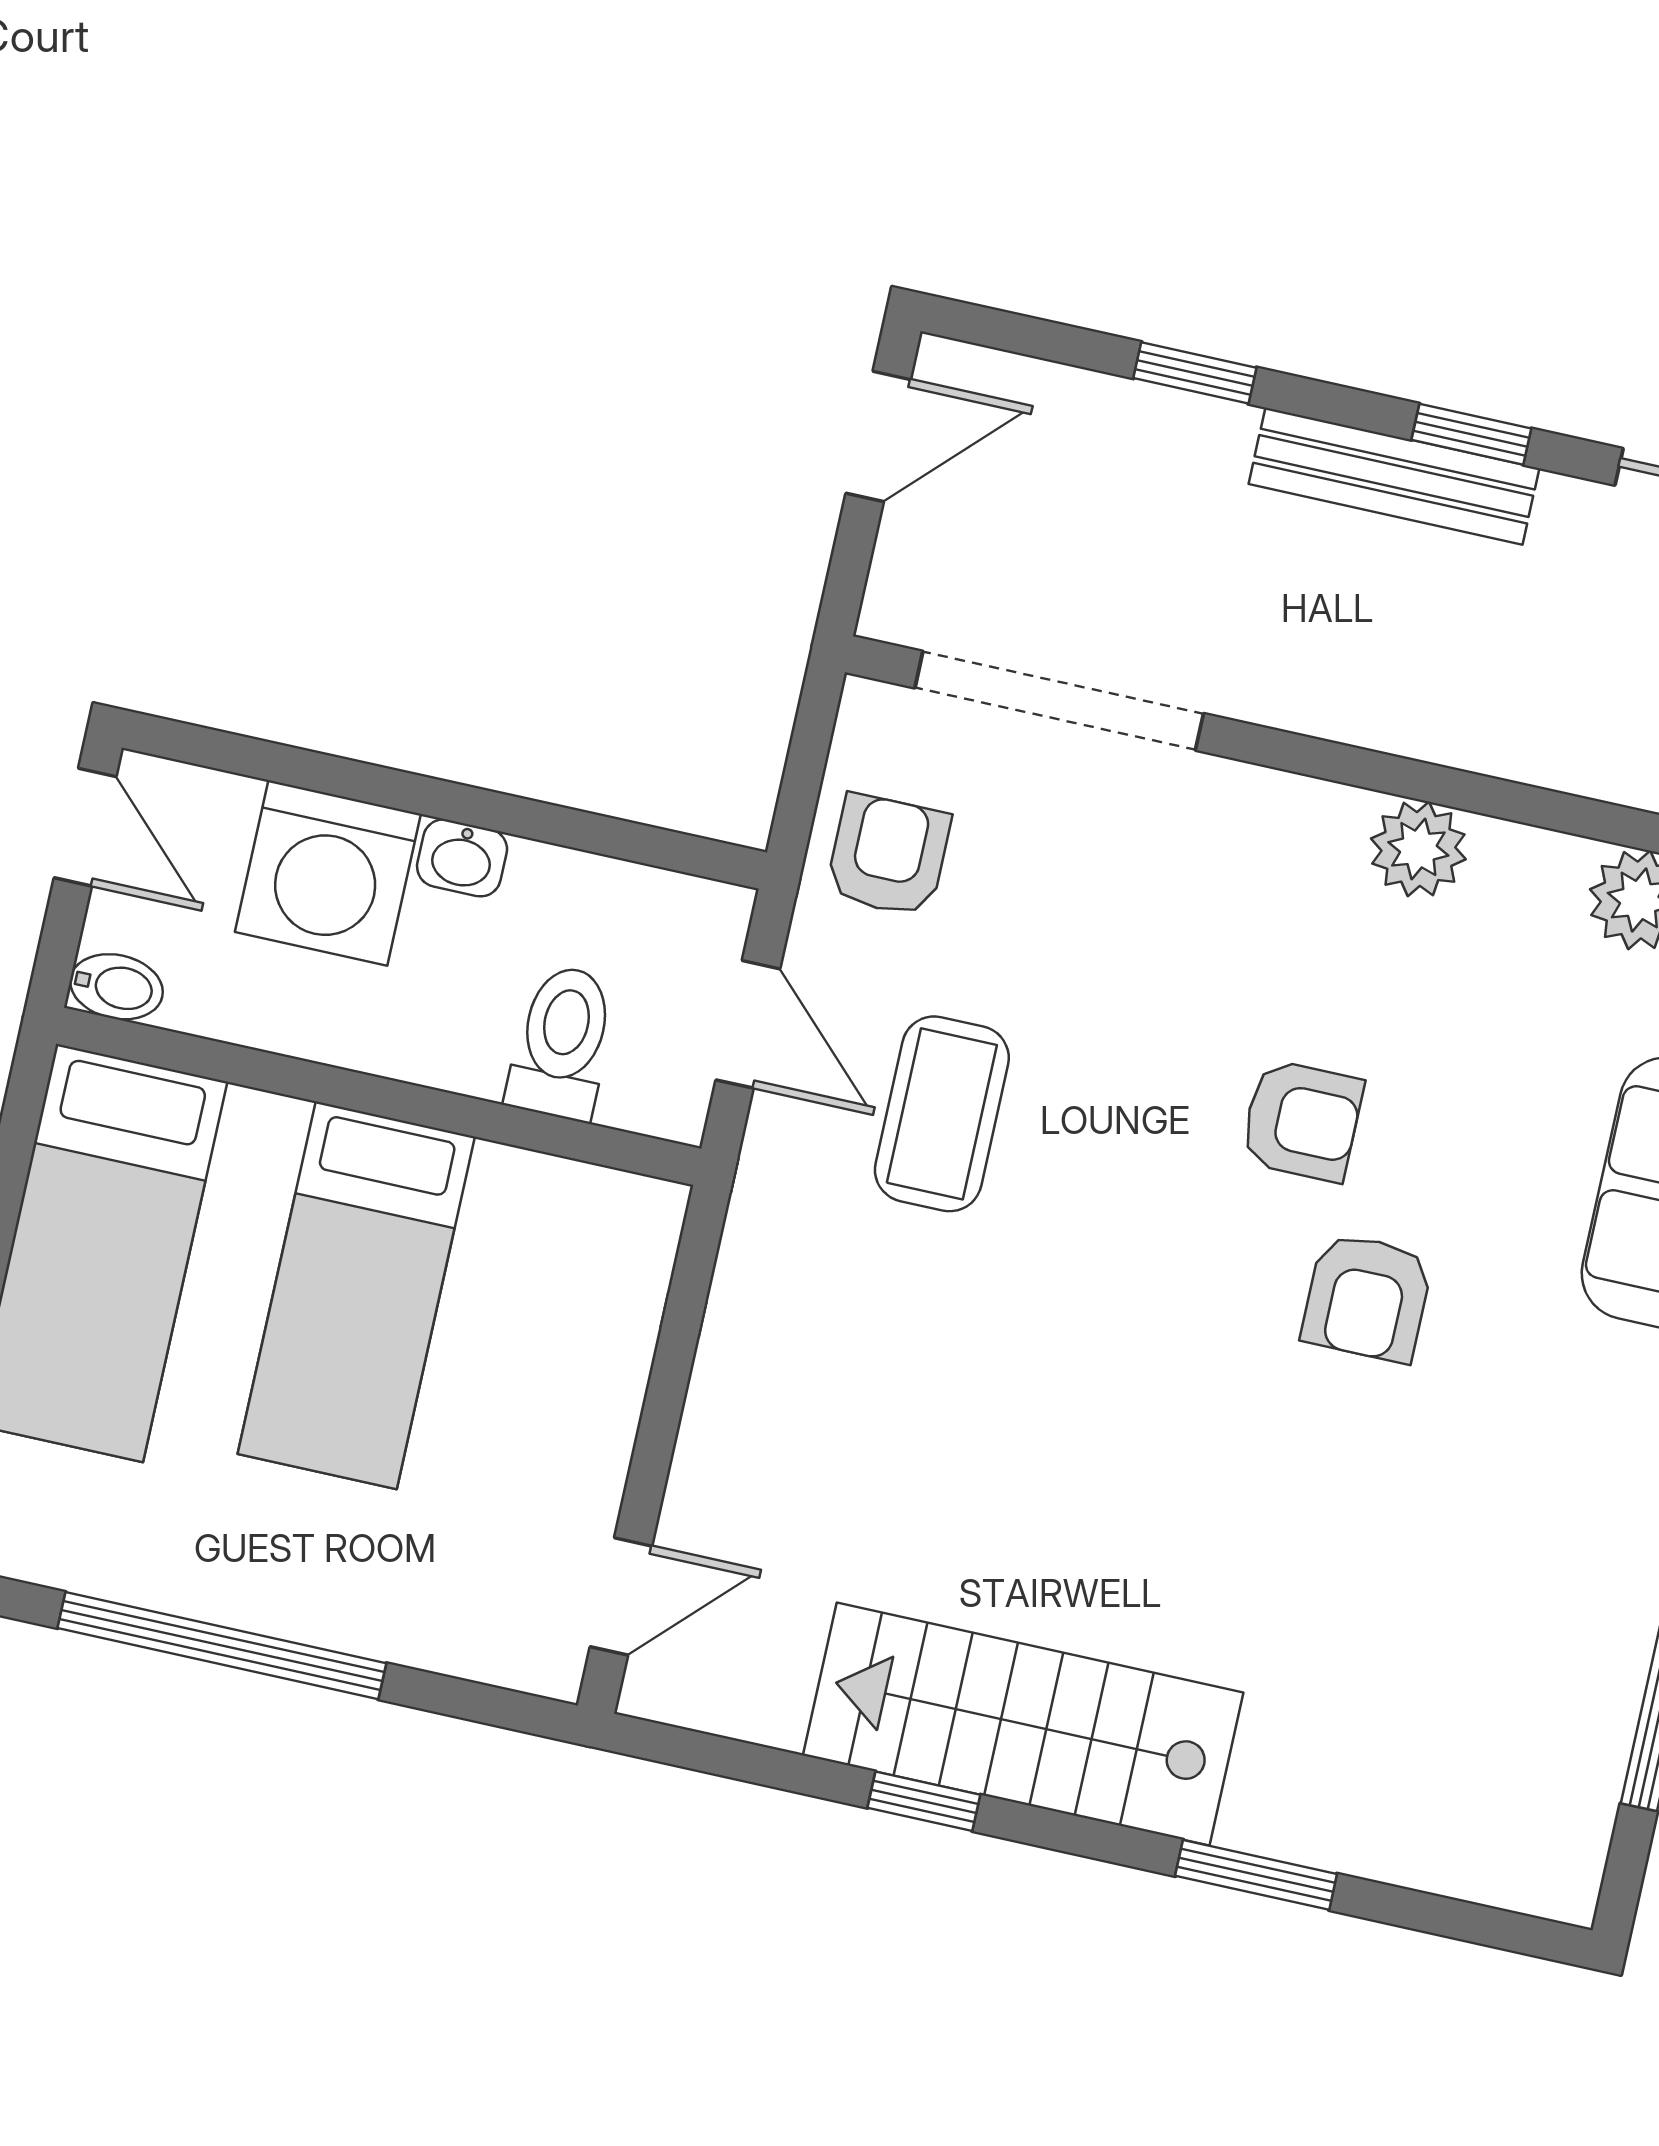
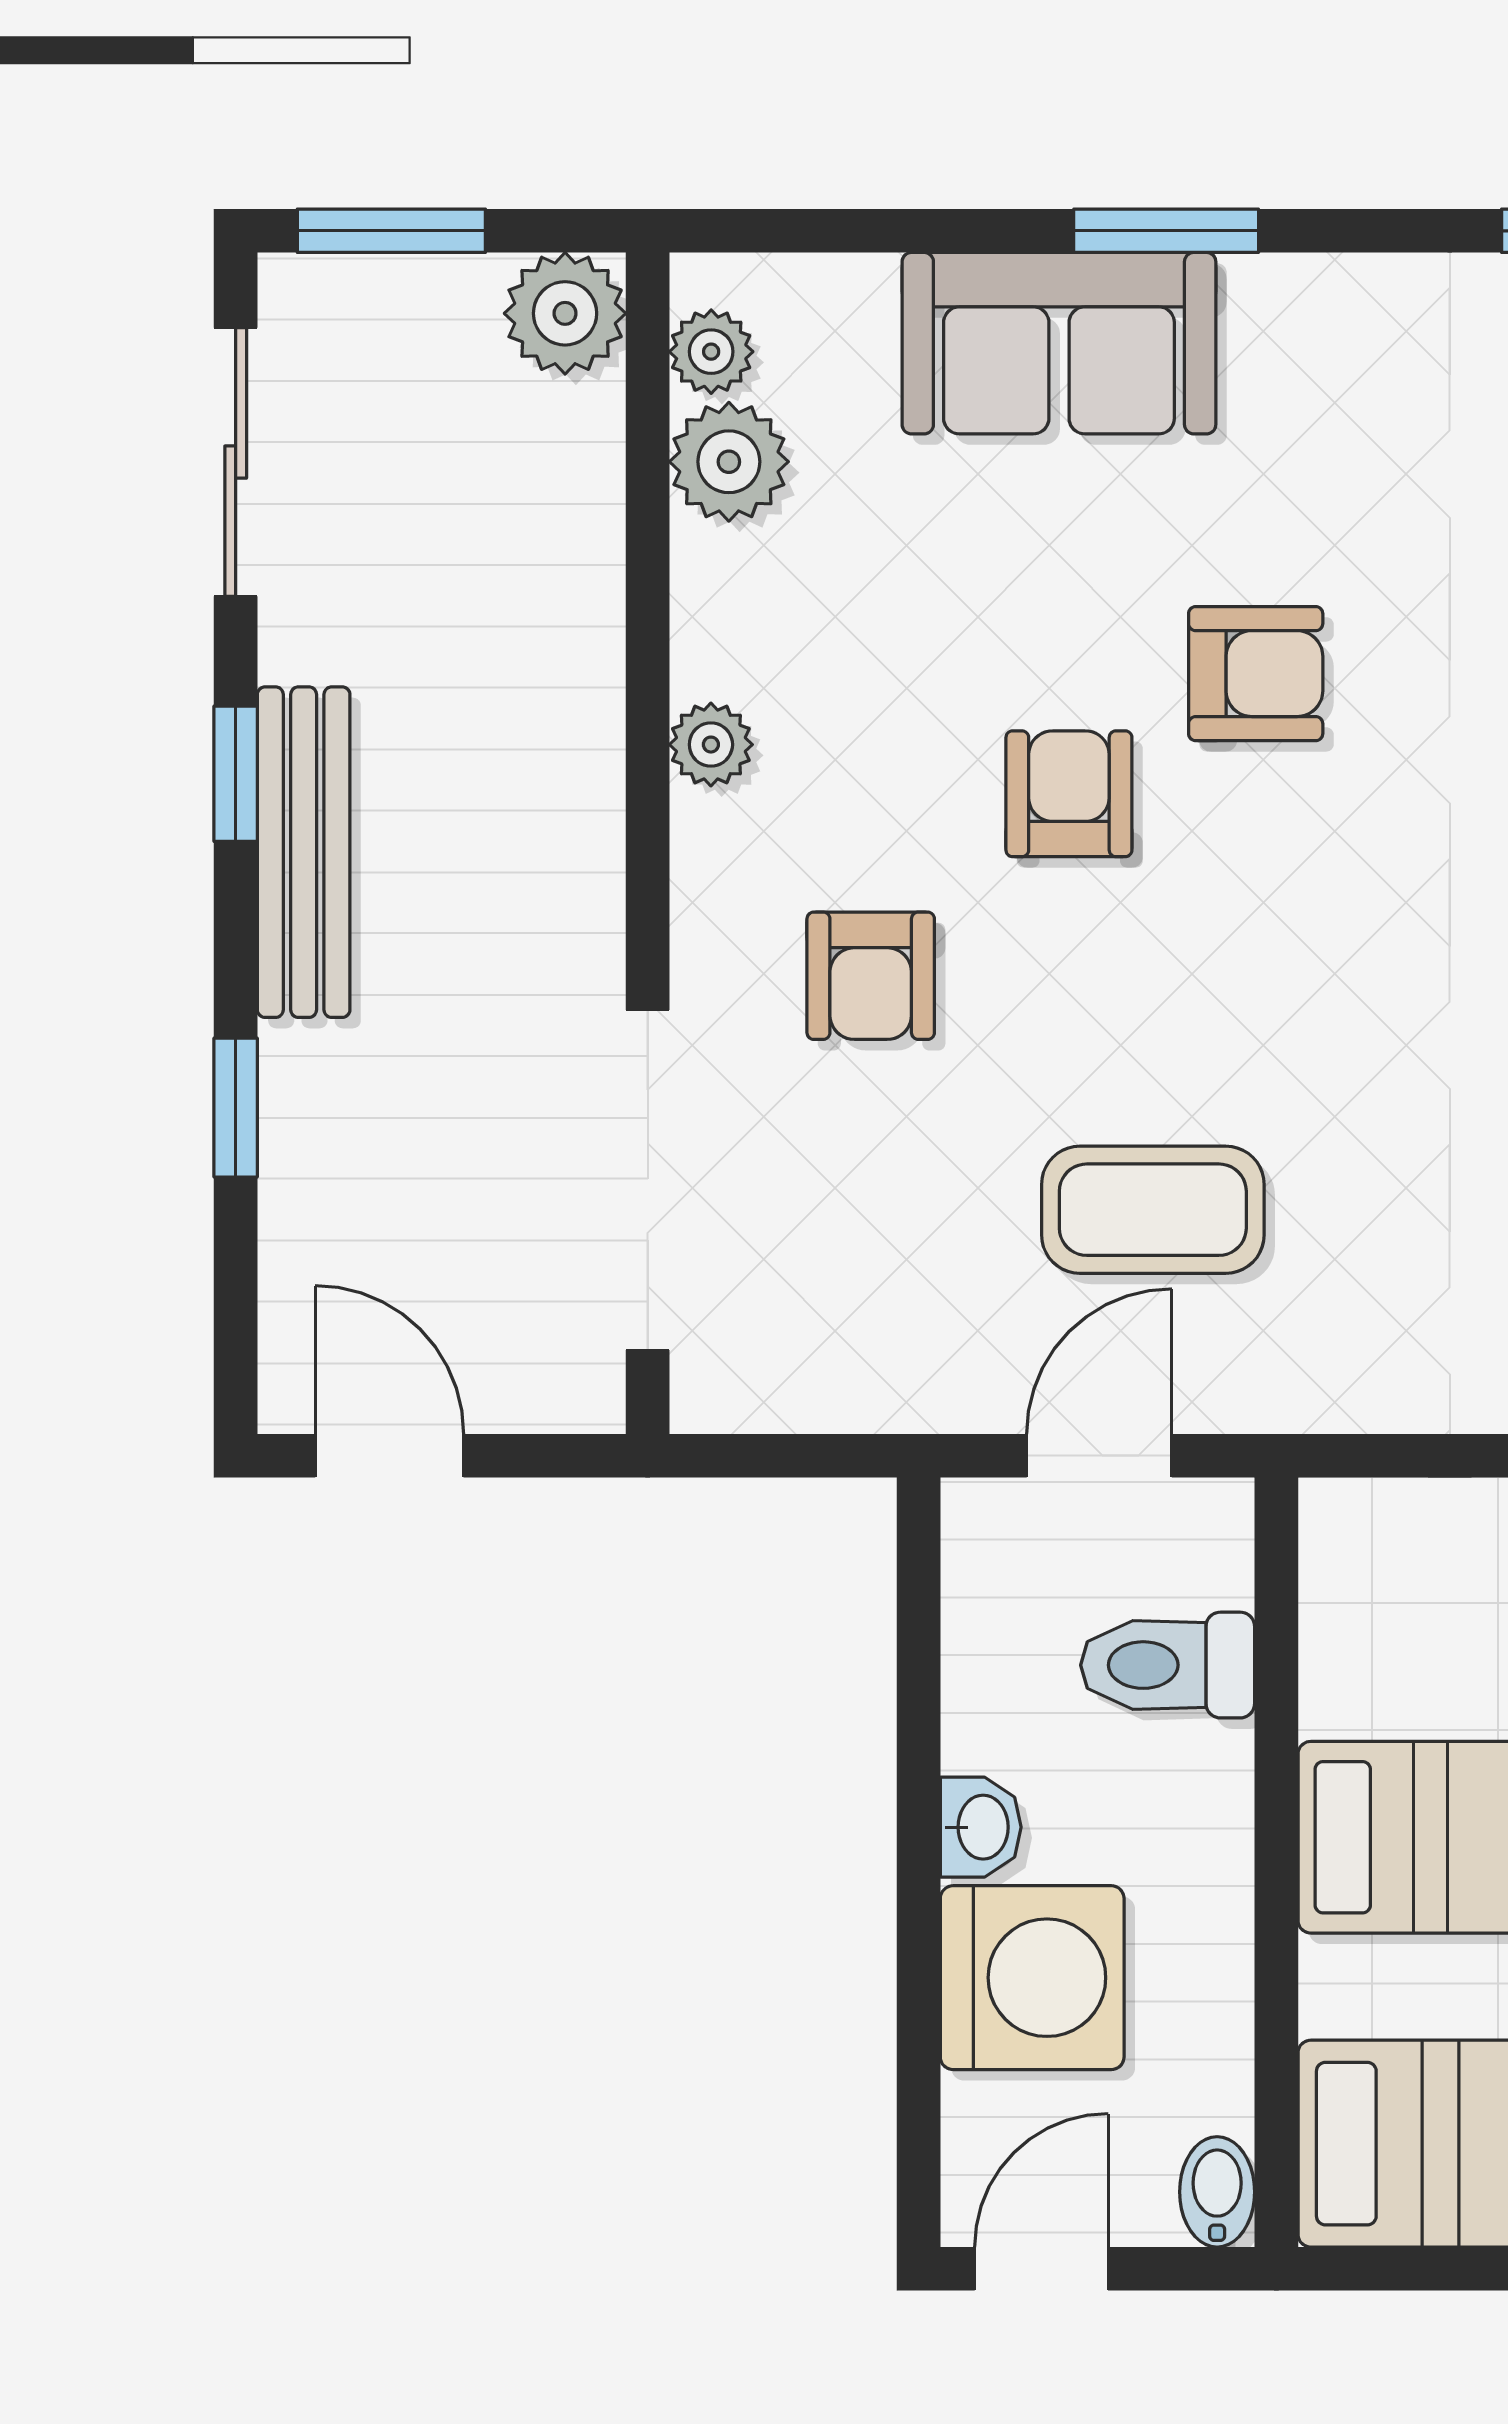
plant: (1418, 849) -> (711, 745), width x0.73, depth x0.73
armchair: (888, 855) -> (871, 976), moved, turned -90

